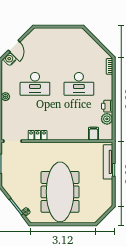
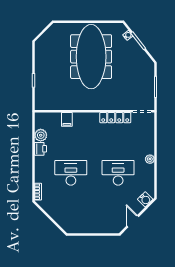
door: (14, 46) -> (133, 221), moved
filing cabinet: (94, 134) -> (67, 119), moved
locker: (38, 135) -> (115, 118), width x1.53
tv unit: (108, 162) -> (40, 89), removed

